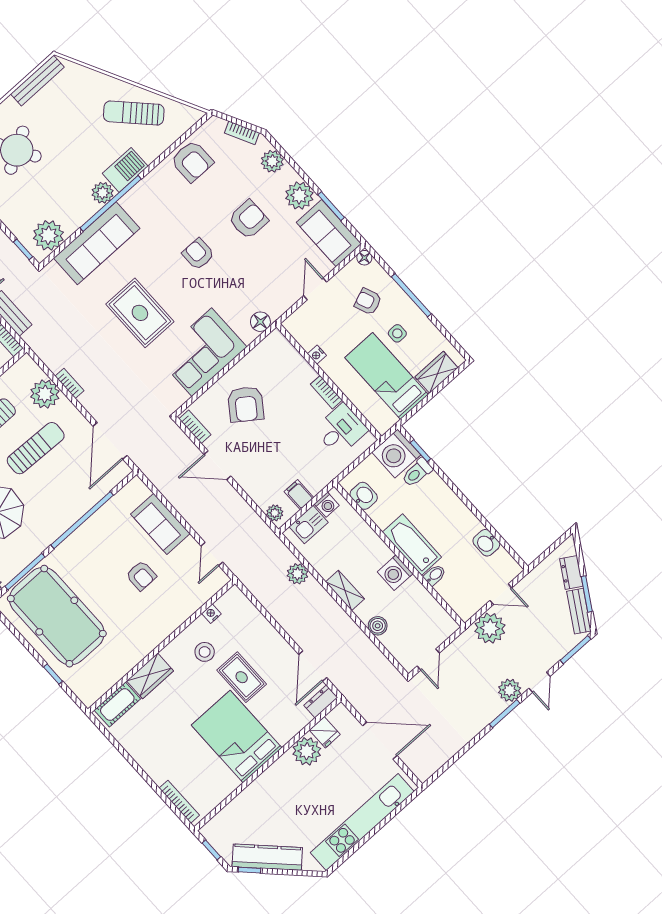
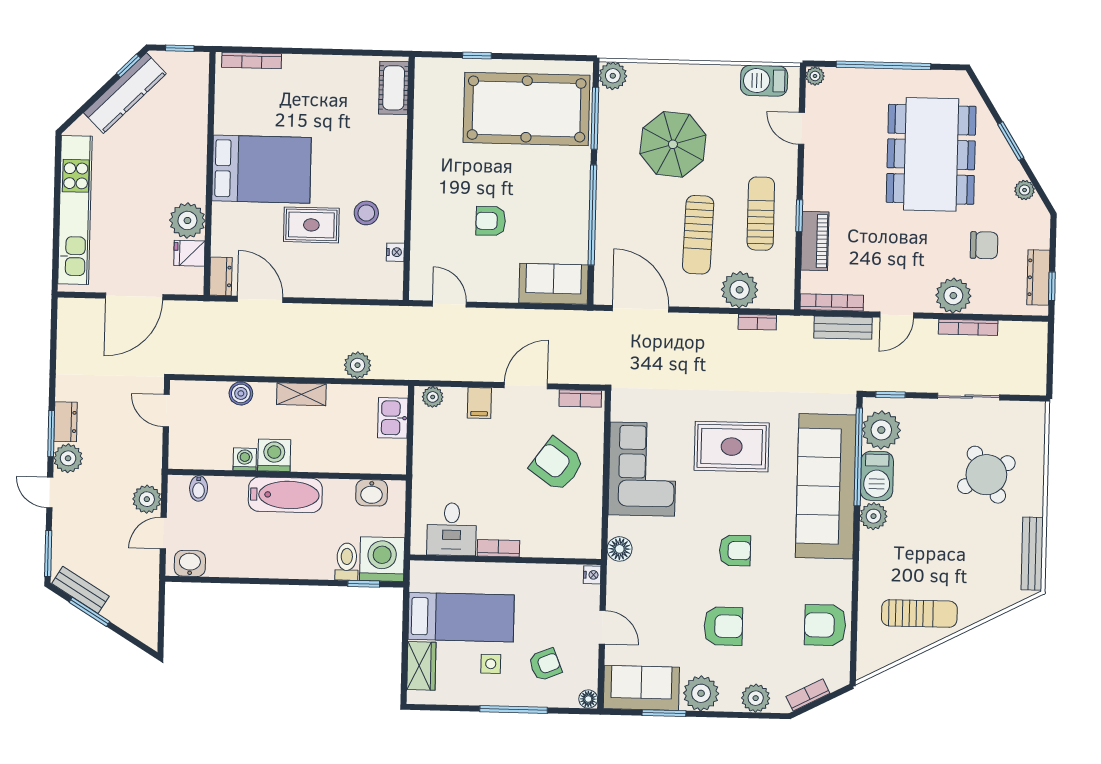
sun lounger: (134, 113) -> (919, 613), turned 44
barbecue: (125, 170) -> (877, 476), moved
window: (111, 203) -> (858, 457), moved
armchair: (248, 219) -> (723, 626), turned -90
sofa: (97, 243) -> (826, 486), width x1.36, depth x1.27
nightstand: (317, 355) -> (592, 575), moved, turned 90
bookcase: (70, 383) -> (757, 322), moved
filing cabinet: (299, 495) -> (479, 403), moved, turned 90
washing machine: (327, 505) -> (245, 459), moved, turned 90
sofa: (160, 524) -> (554, 284), moved
washbasin: (486, 543) -> (190, 563), moved
dresser: (571, 573) -> (66, 422), moved, turned 58
bidet: (435, 575) -> (199, 488), moved
plant: (490, 628) -> (147, 499), width x0.73, depth x0.73
wardrobe: (150, 676) -> (392, 143), removed

